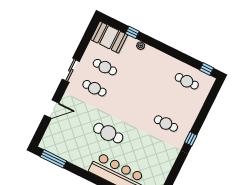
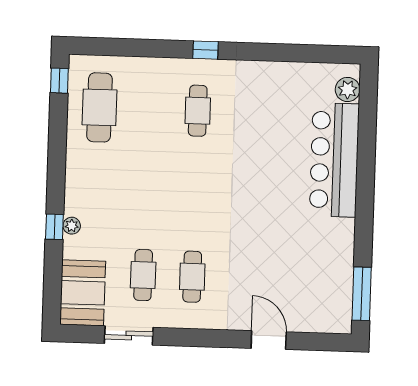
window: (132, 32) -> (54, 227), moved
sliding door: (71, 70) -> (129, 335), moved
cafe table: (187, 81) -> (100, 107), width x1.37, depth x1.35
cafe table: (108, 133) -> (266, 212), removed

